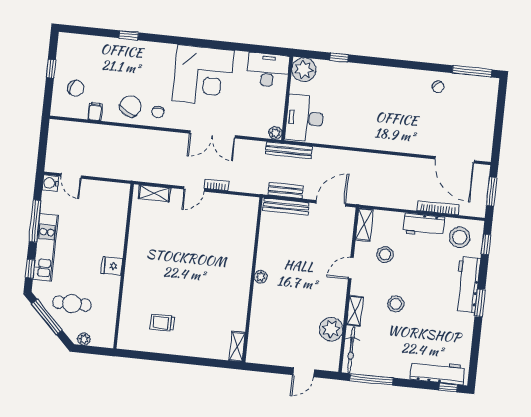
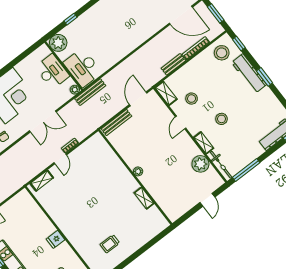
desk: (268, 70) -> (52, 72), moved, turned 90
bench: (286, 190) -> (173, 64), moved
workbench: (424, 225) -> (197, 64), removed
shelving: (237, 347) -> (144, 198), moved

